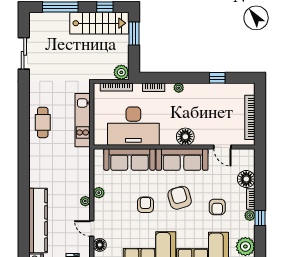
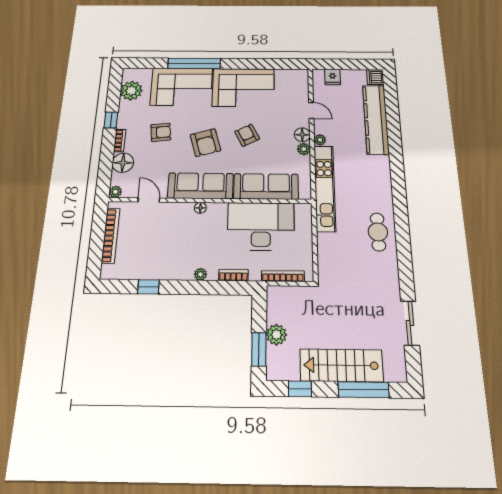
stairs: (99, 23) -> (341, 365), moved
plant: (121, 72) -> (276, 335), moved
kitchen unit: (83, 120) -> (325, 188), moved, width x1.36
floor lamp: (185, 137) -> (200, 208), width x0.53, depth x0.53
armchair: (145, 205) -> (247, 135), turned 153
armchair: (217, 207) -> (161, 132), turned 84
plant: (250, 215) -> (115, 192), moved
floor lamp: (100, 245) -> (302, 135), moved

